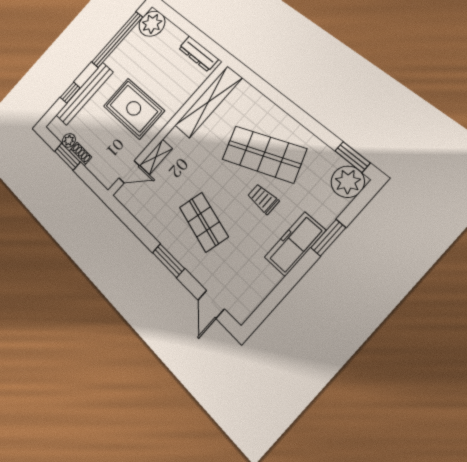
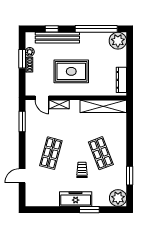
rug: (134, 108) -> (71, 71), turned 90
shop shelf: (264, 154) -> (101, 153), width x0.70, depth x0.74
window: (353, 157) -> (130, 176), moved
window: (168, 260) -> (22, 121), moved
door: (211, 304) -> (22, 176), moved

